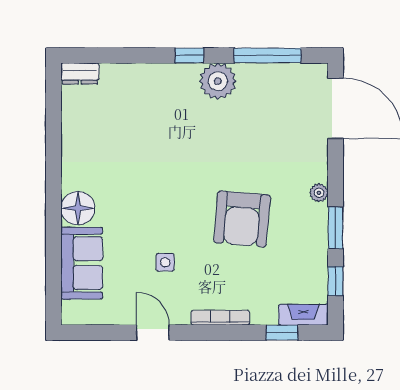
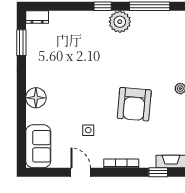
window: (54, 116) -> (21, 43), added
sofa: (82, 263) -> (38, 146), moved

